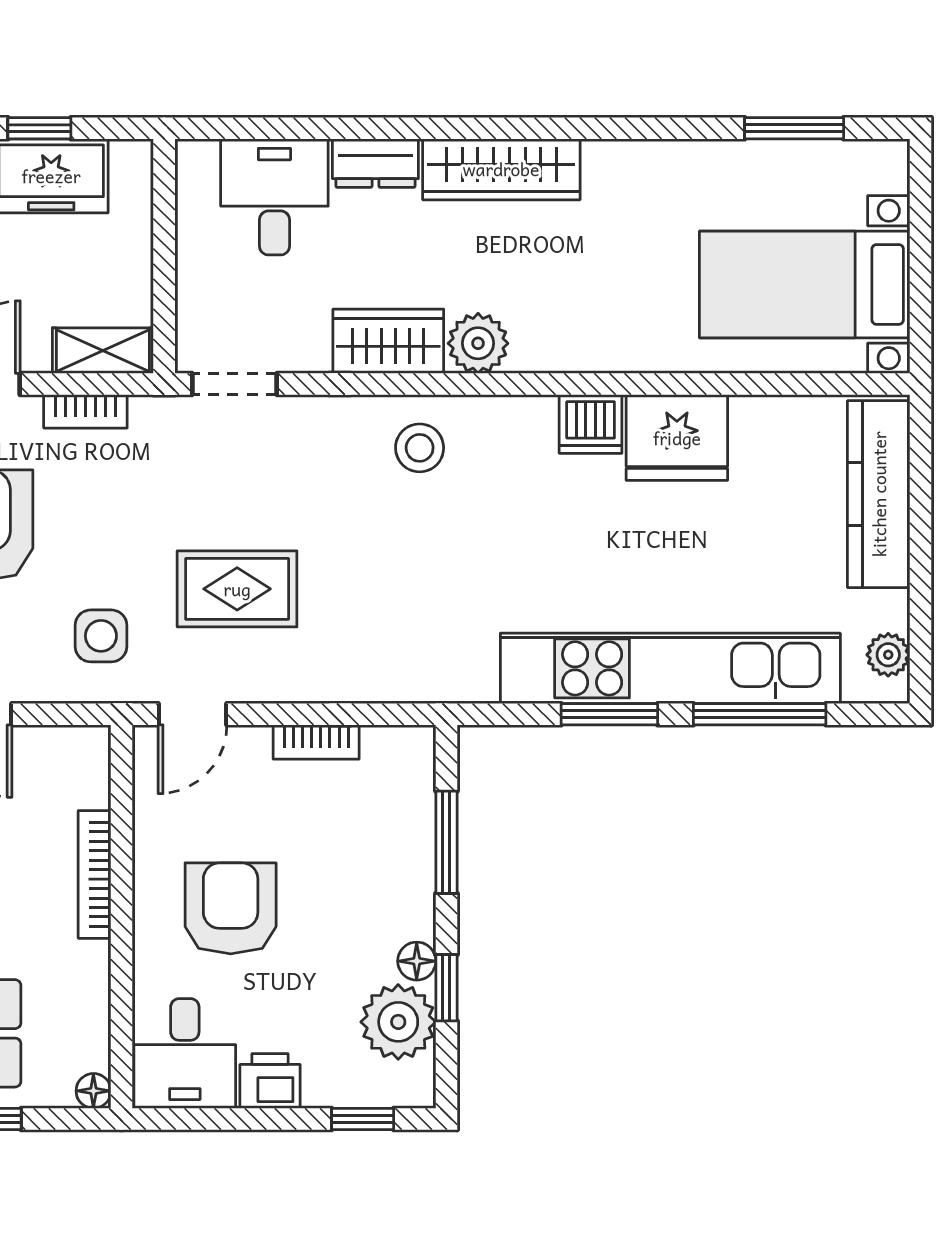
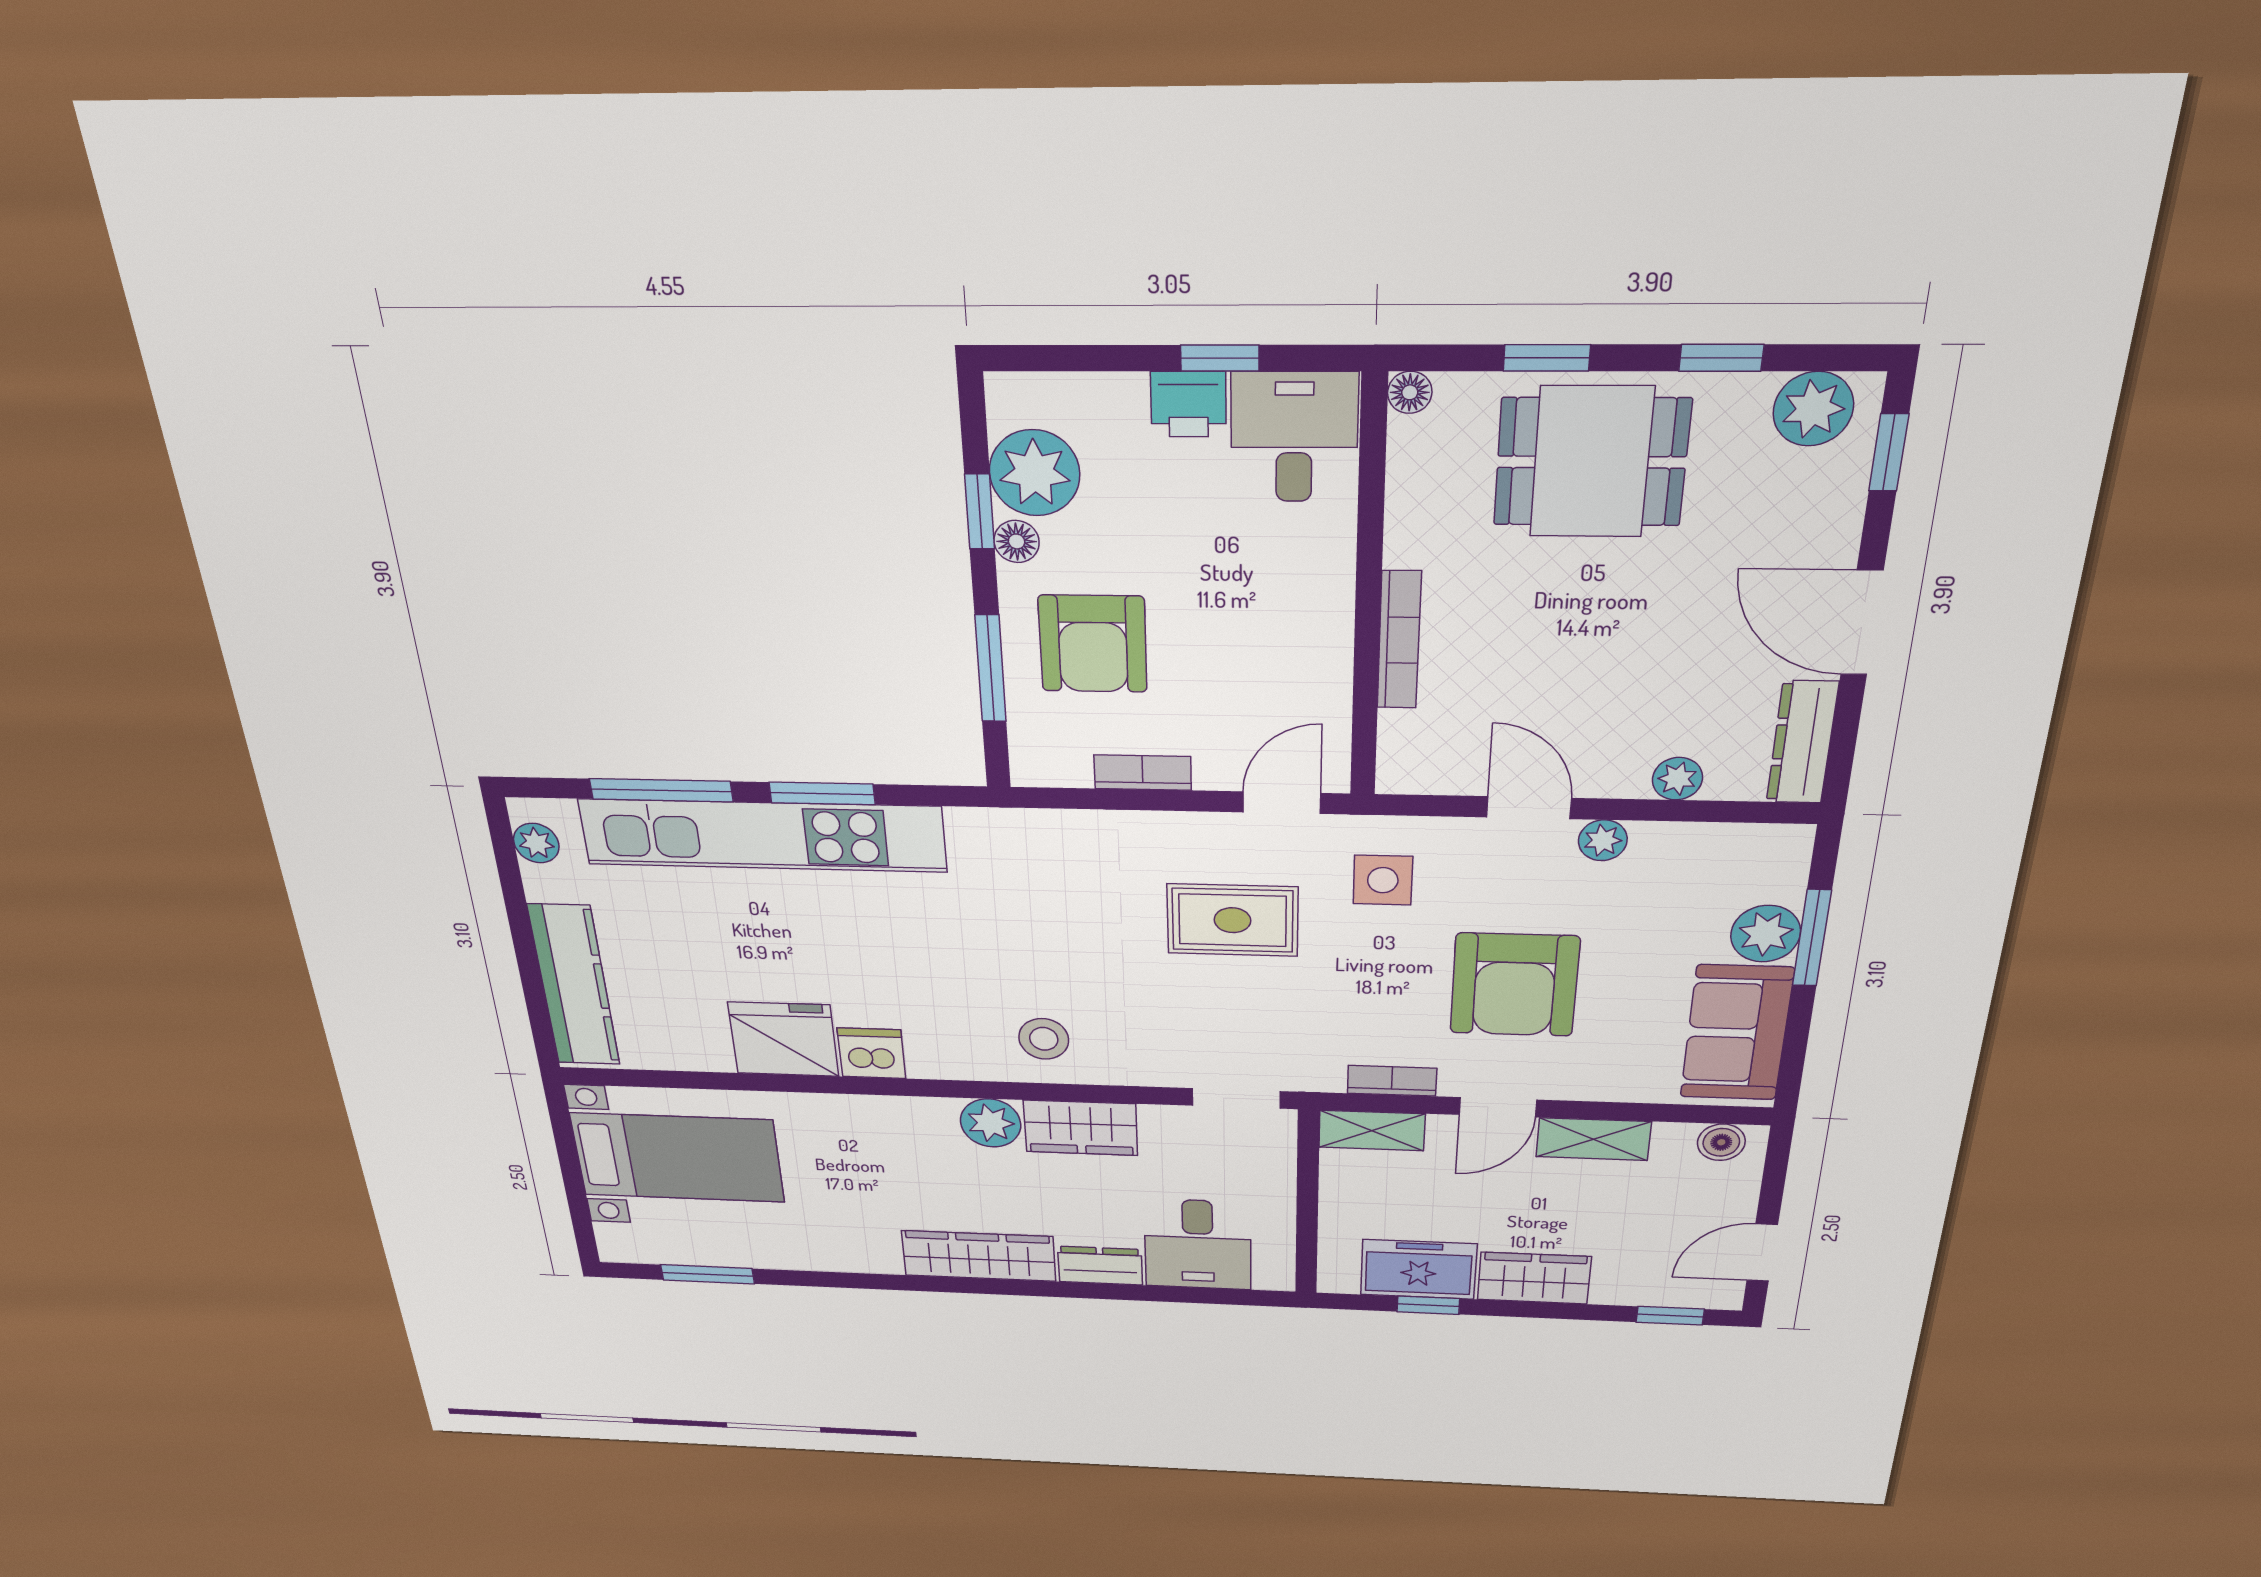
armchair: (231, 908) -> (1093, 644), moved
window: (363, 1119) -> (1220, 358), moved

